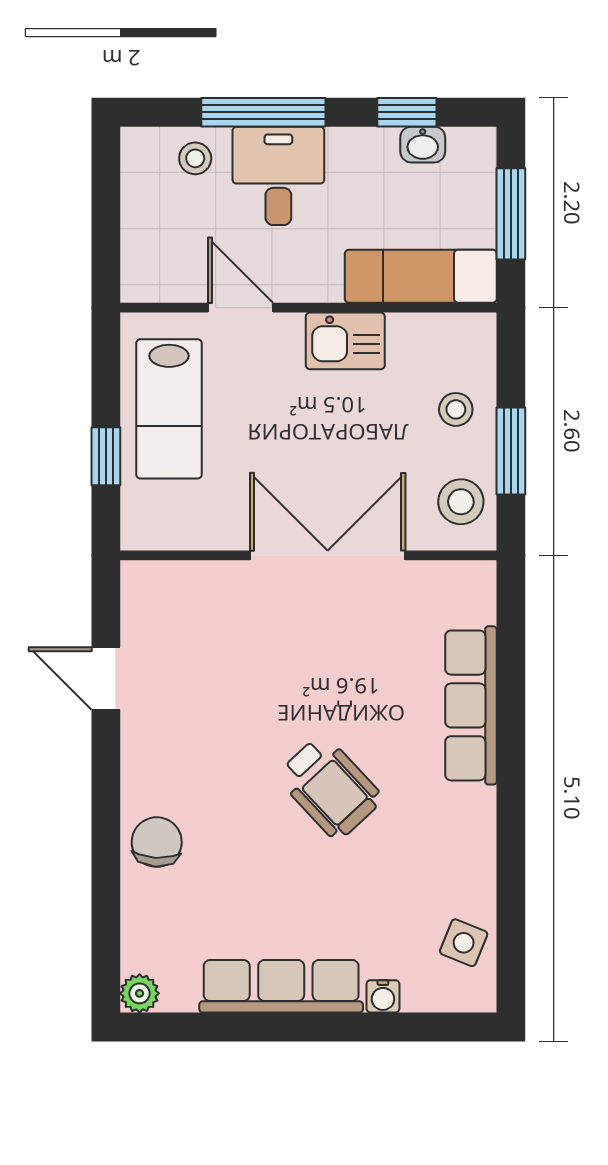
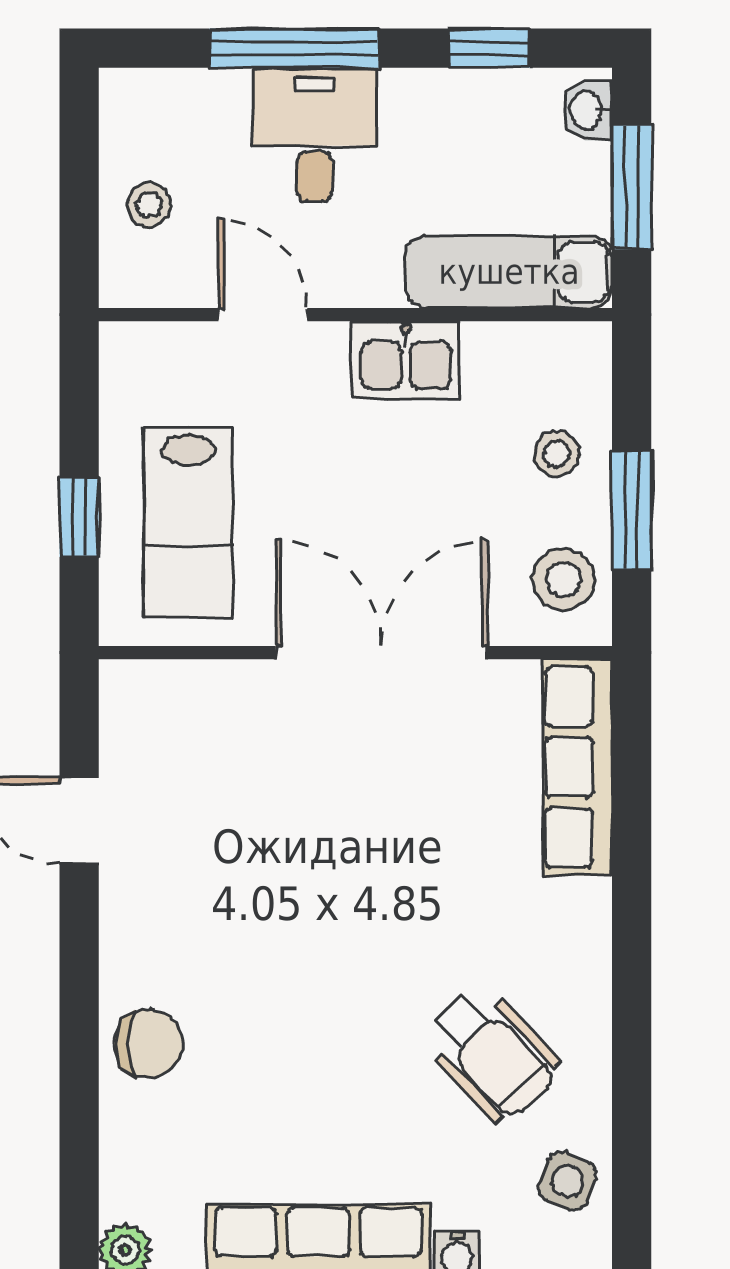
washbasin: (423, 145) -> (588, 110), moved, turned 90
stool: (195, 158) -> (149, 205), moved
lab bench: (169, 409) -> (188, 522), moved
row of seats: (471, 705) -> (577, 767), moved
wheelchair: (330, 787) -> (492, 1054), moved
chair: (157, 842) -> (149, 1044), turned 87

